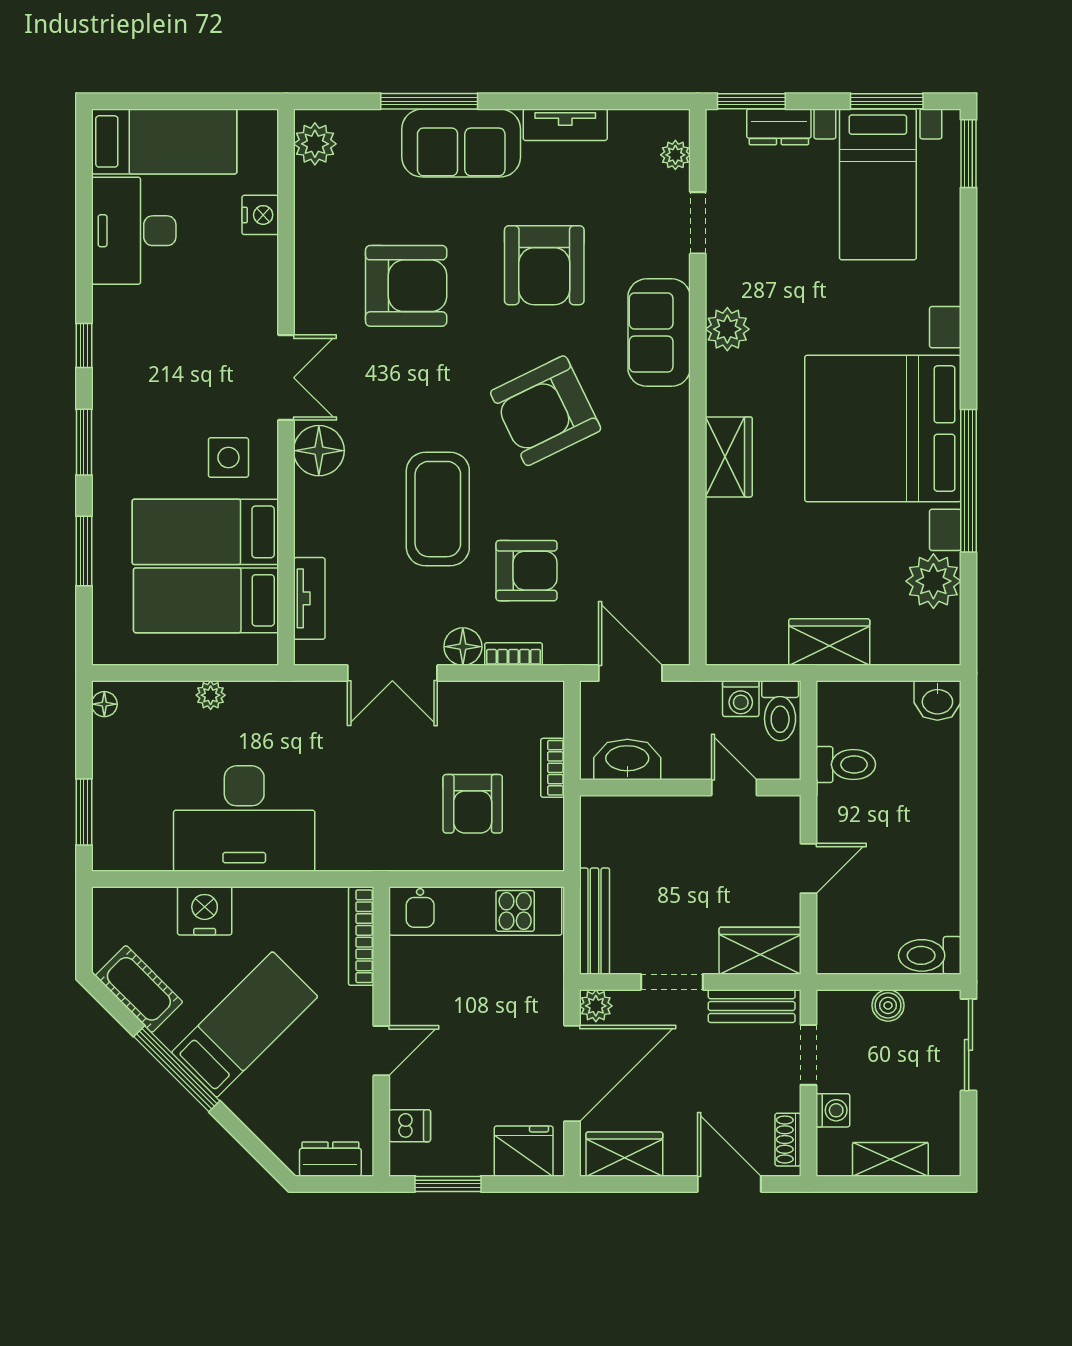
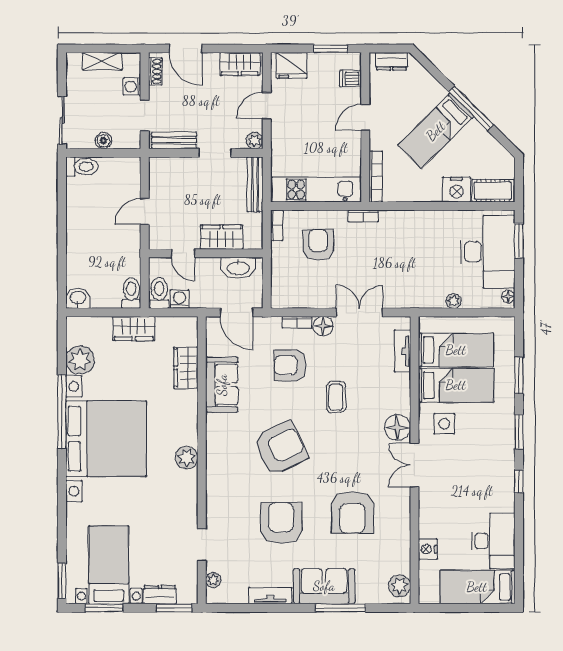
armchair: (406, 286) -> (352, 512), turned -90
plant: (727, 329) -> (187, 458), moved
sofa: (659, 333) -> (222, 385), moved
wardrobe: (729, 457) -> (186, 368), moved
coffee table: (438, 509) -> (336, 397), width x0.54, depth x0.58
toilet: (846, 764) -> (131, 293), moved, turned 90
bookcase: (553, 768) -> (277, 225), moved
desk: (244, 819) -> (488, 252), moved, turned 90
bookcase: (385, 860) -> (363, 216), added
wardrobe: (760, 951) -> (222, 237), moved, turned 180
cot: (139, 989) -> (493, 191), moved, turned -45
door: (572, 1073) -> (267, 106), width x0.53

